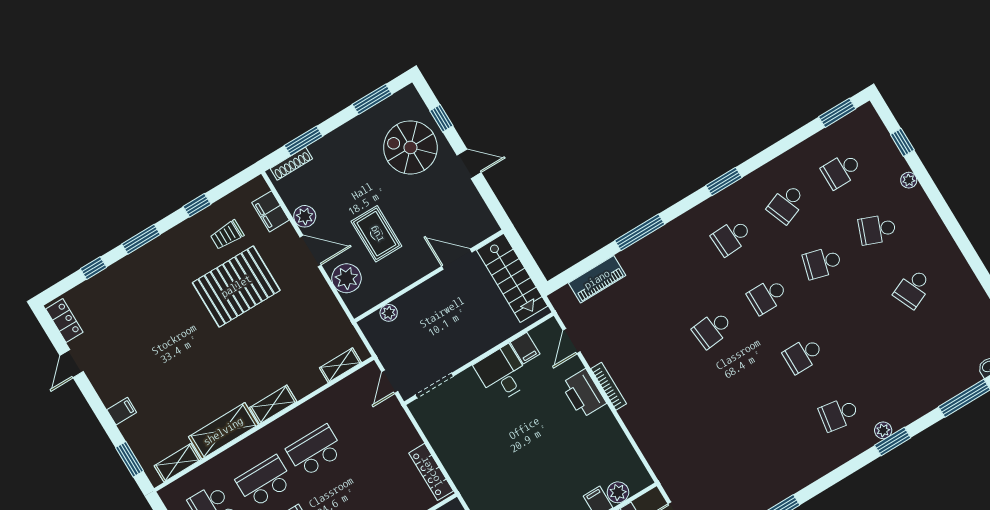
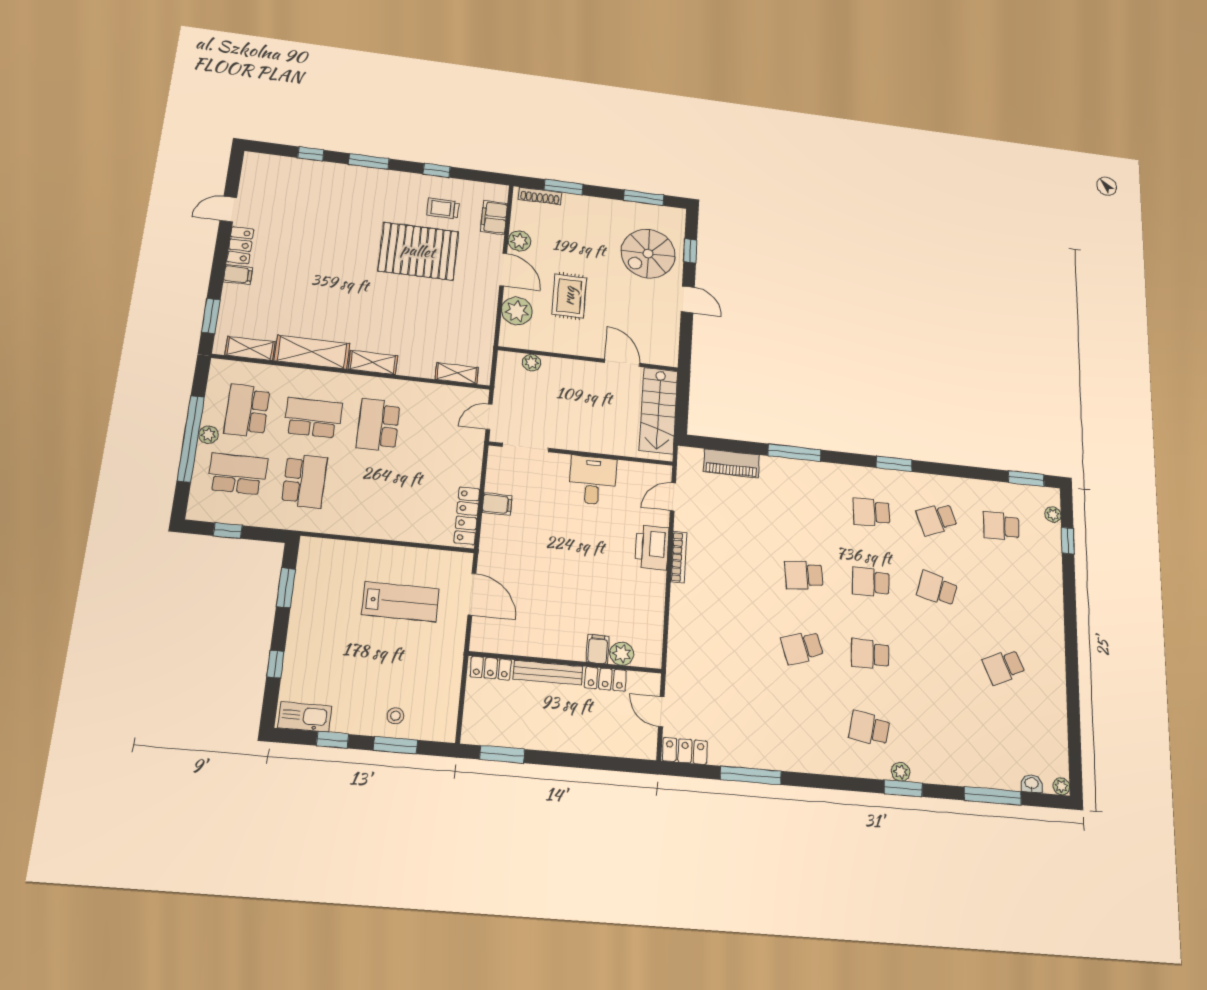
spiral stairs: (410, 147) -> (648, 254), turned -90
plant: (909, 180) -> (1053, 514), moved
school desk: (877, 229) -> (802, 647), moved, turned -39
locker: (64, 321) -> (240, 245), moved
filing cabinet: (525, 348) -> (497, 504), moved, turned -90
school desk: (315, 451) -> (378, 425), turned -90

